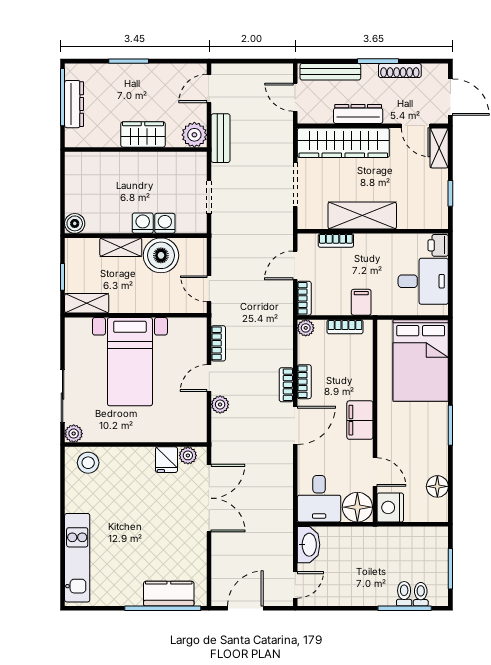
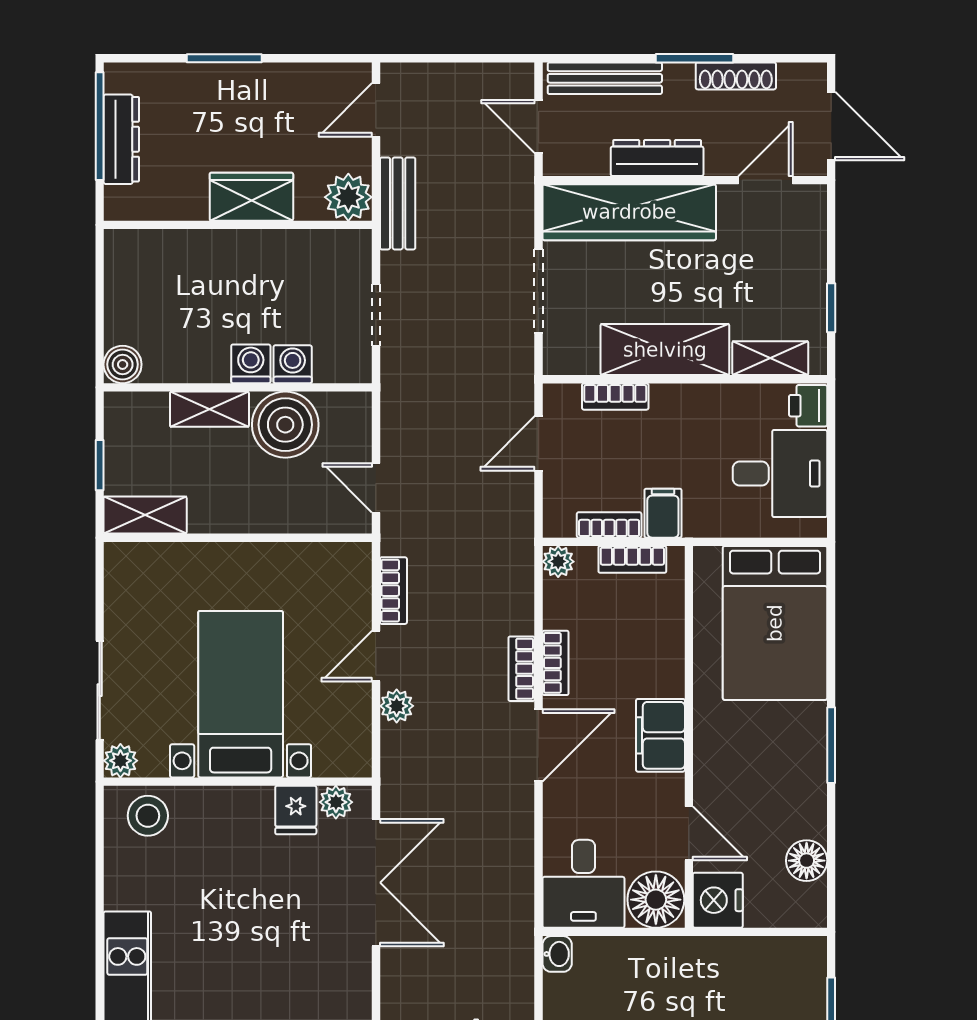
door: (416, 126) -> (765, 180), swing flipped
shelving: (439, 148) -> (770, 358), moved, turned 90
bookcase: (304, 298) -> (609, 525), moved, turned -90
bed with nightstands: (130, 362) -> (241, 694), moved, turned 180
washbasin: (309, 545) -> (557, 954), width x0.52, depth x0.69

